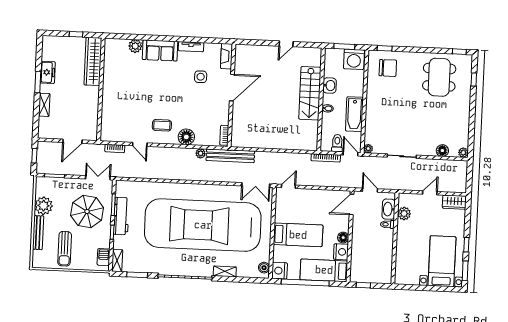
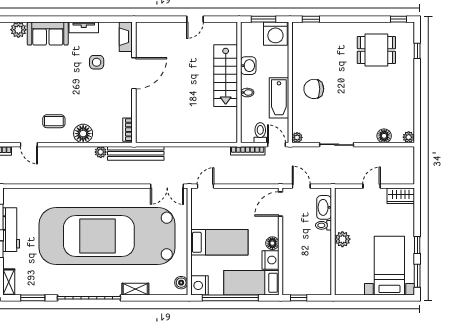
chair: (388, 68) -> (314, 89), moved, turned 180
dining table: (439, 77) -> (376, 50), width x0.73
plant: (404, 214) -> (342, 239), moved

